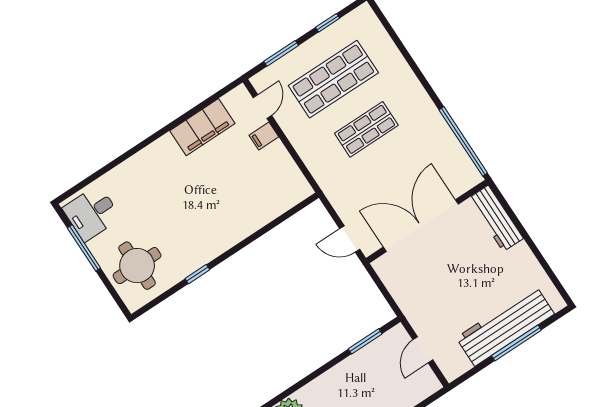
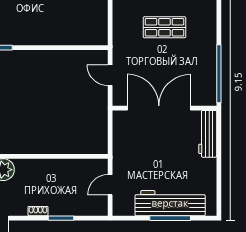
door: (350, 239) -> (110, 75), moved
window: (365, 341) -> (78, 156), removed

